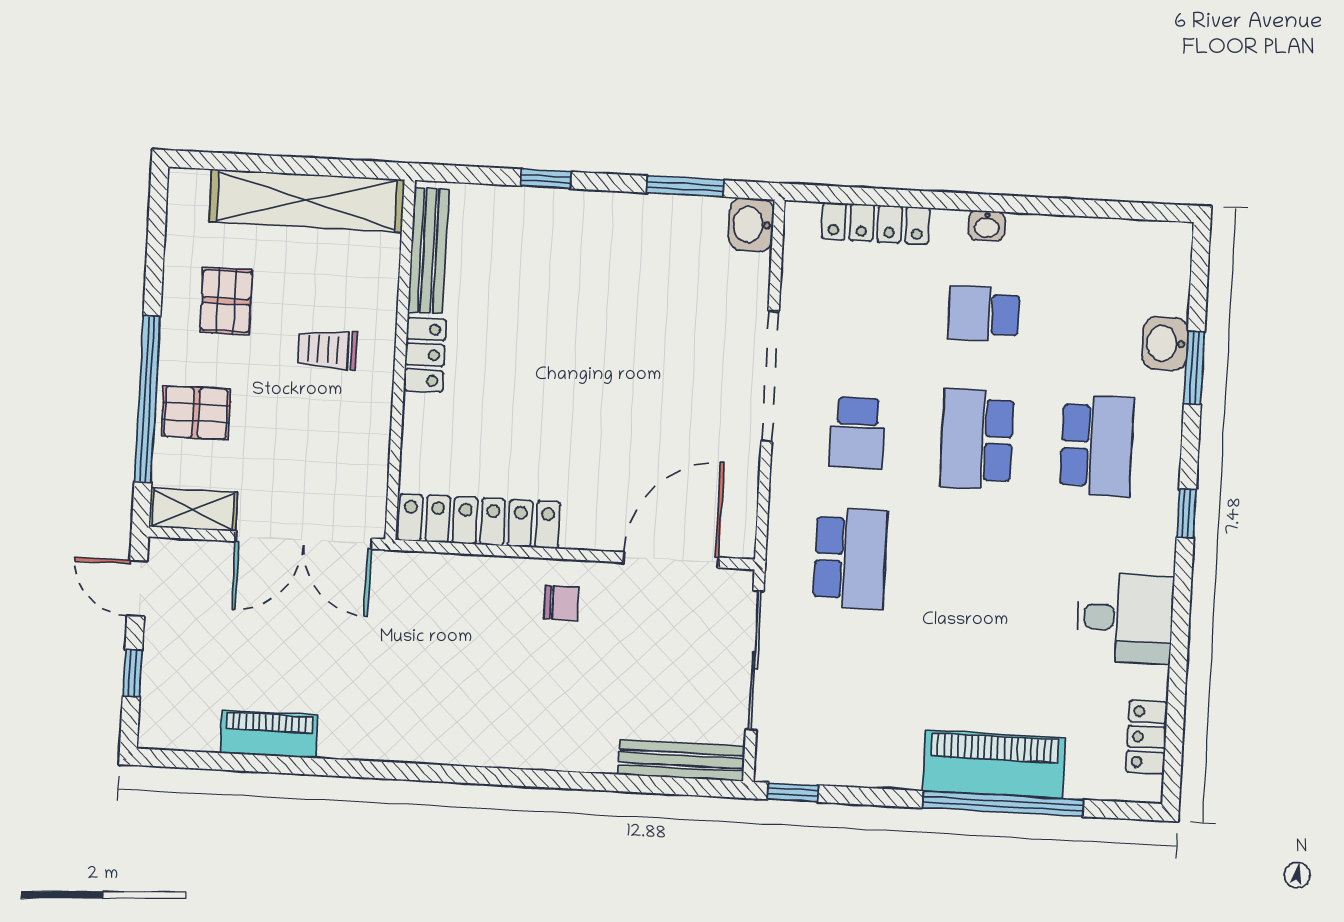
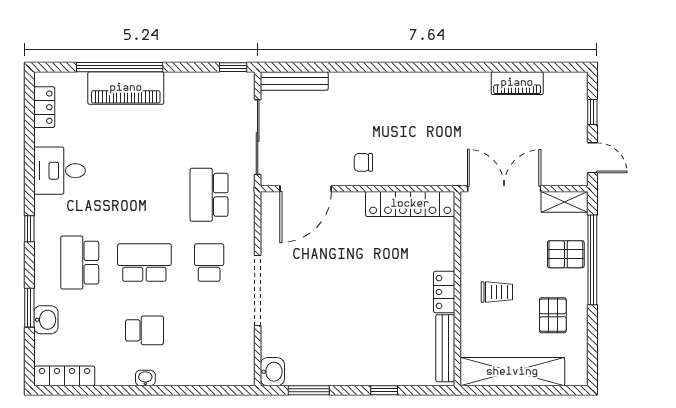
locker: (876, 223) -> (65, 376), moved
school desk: (977, 439) -> (144, 263), turned -90

